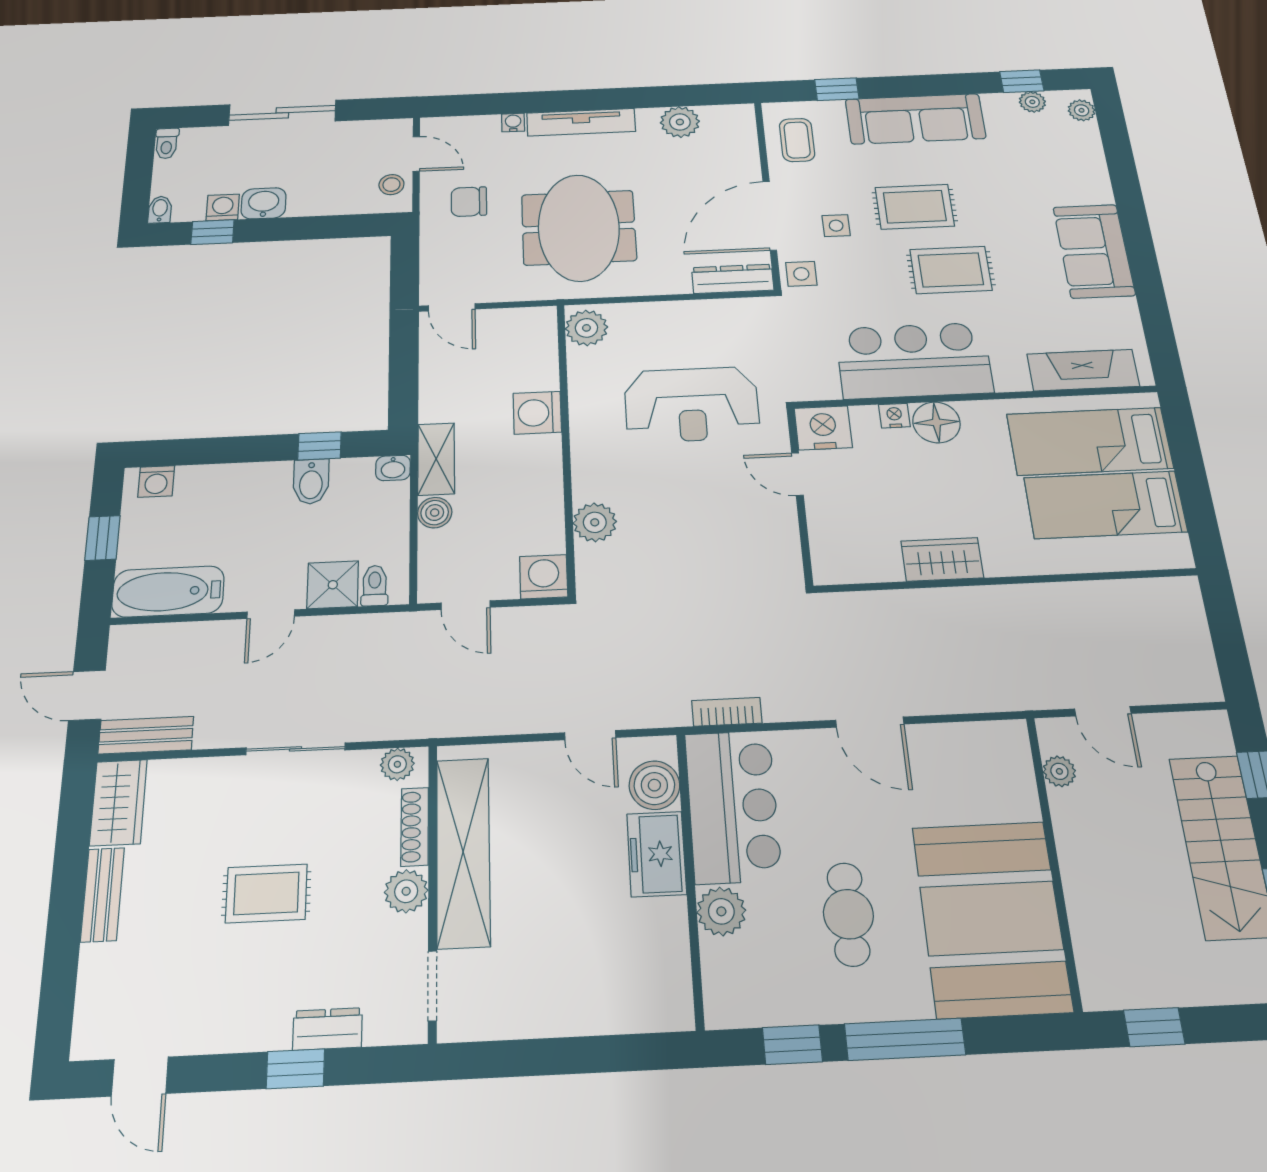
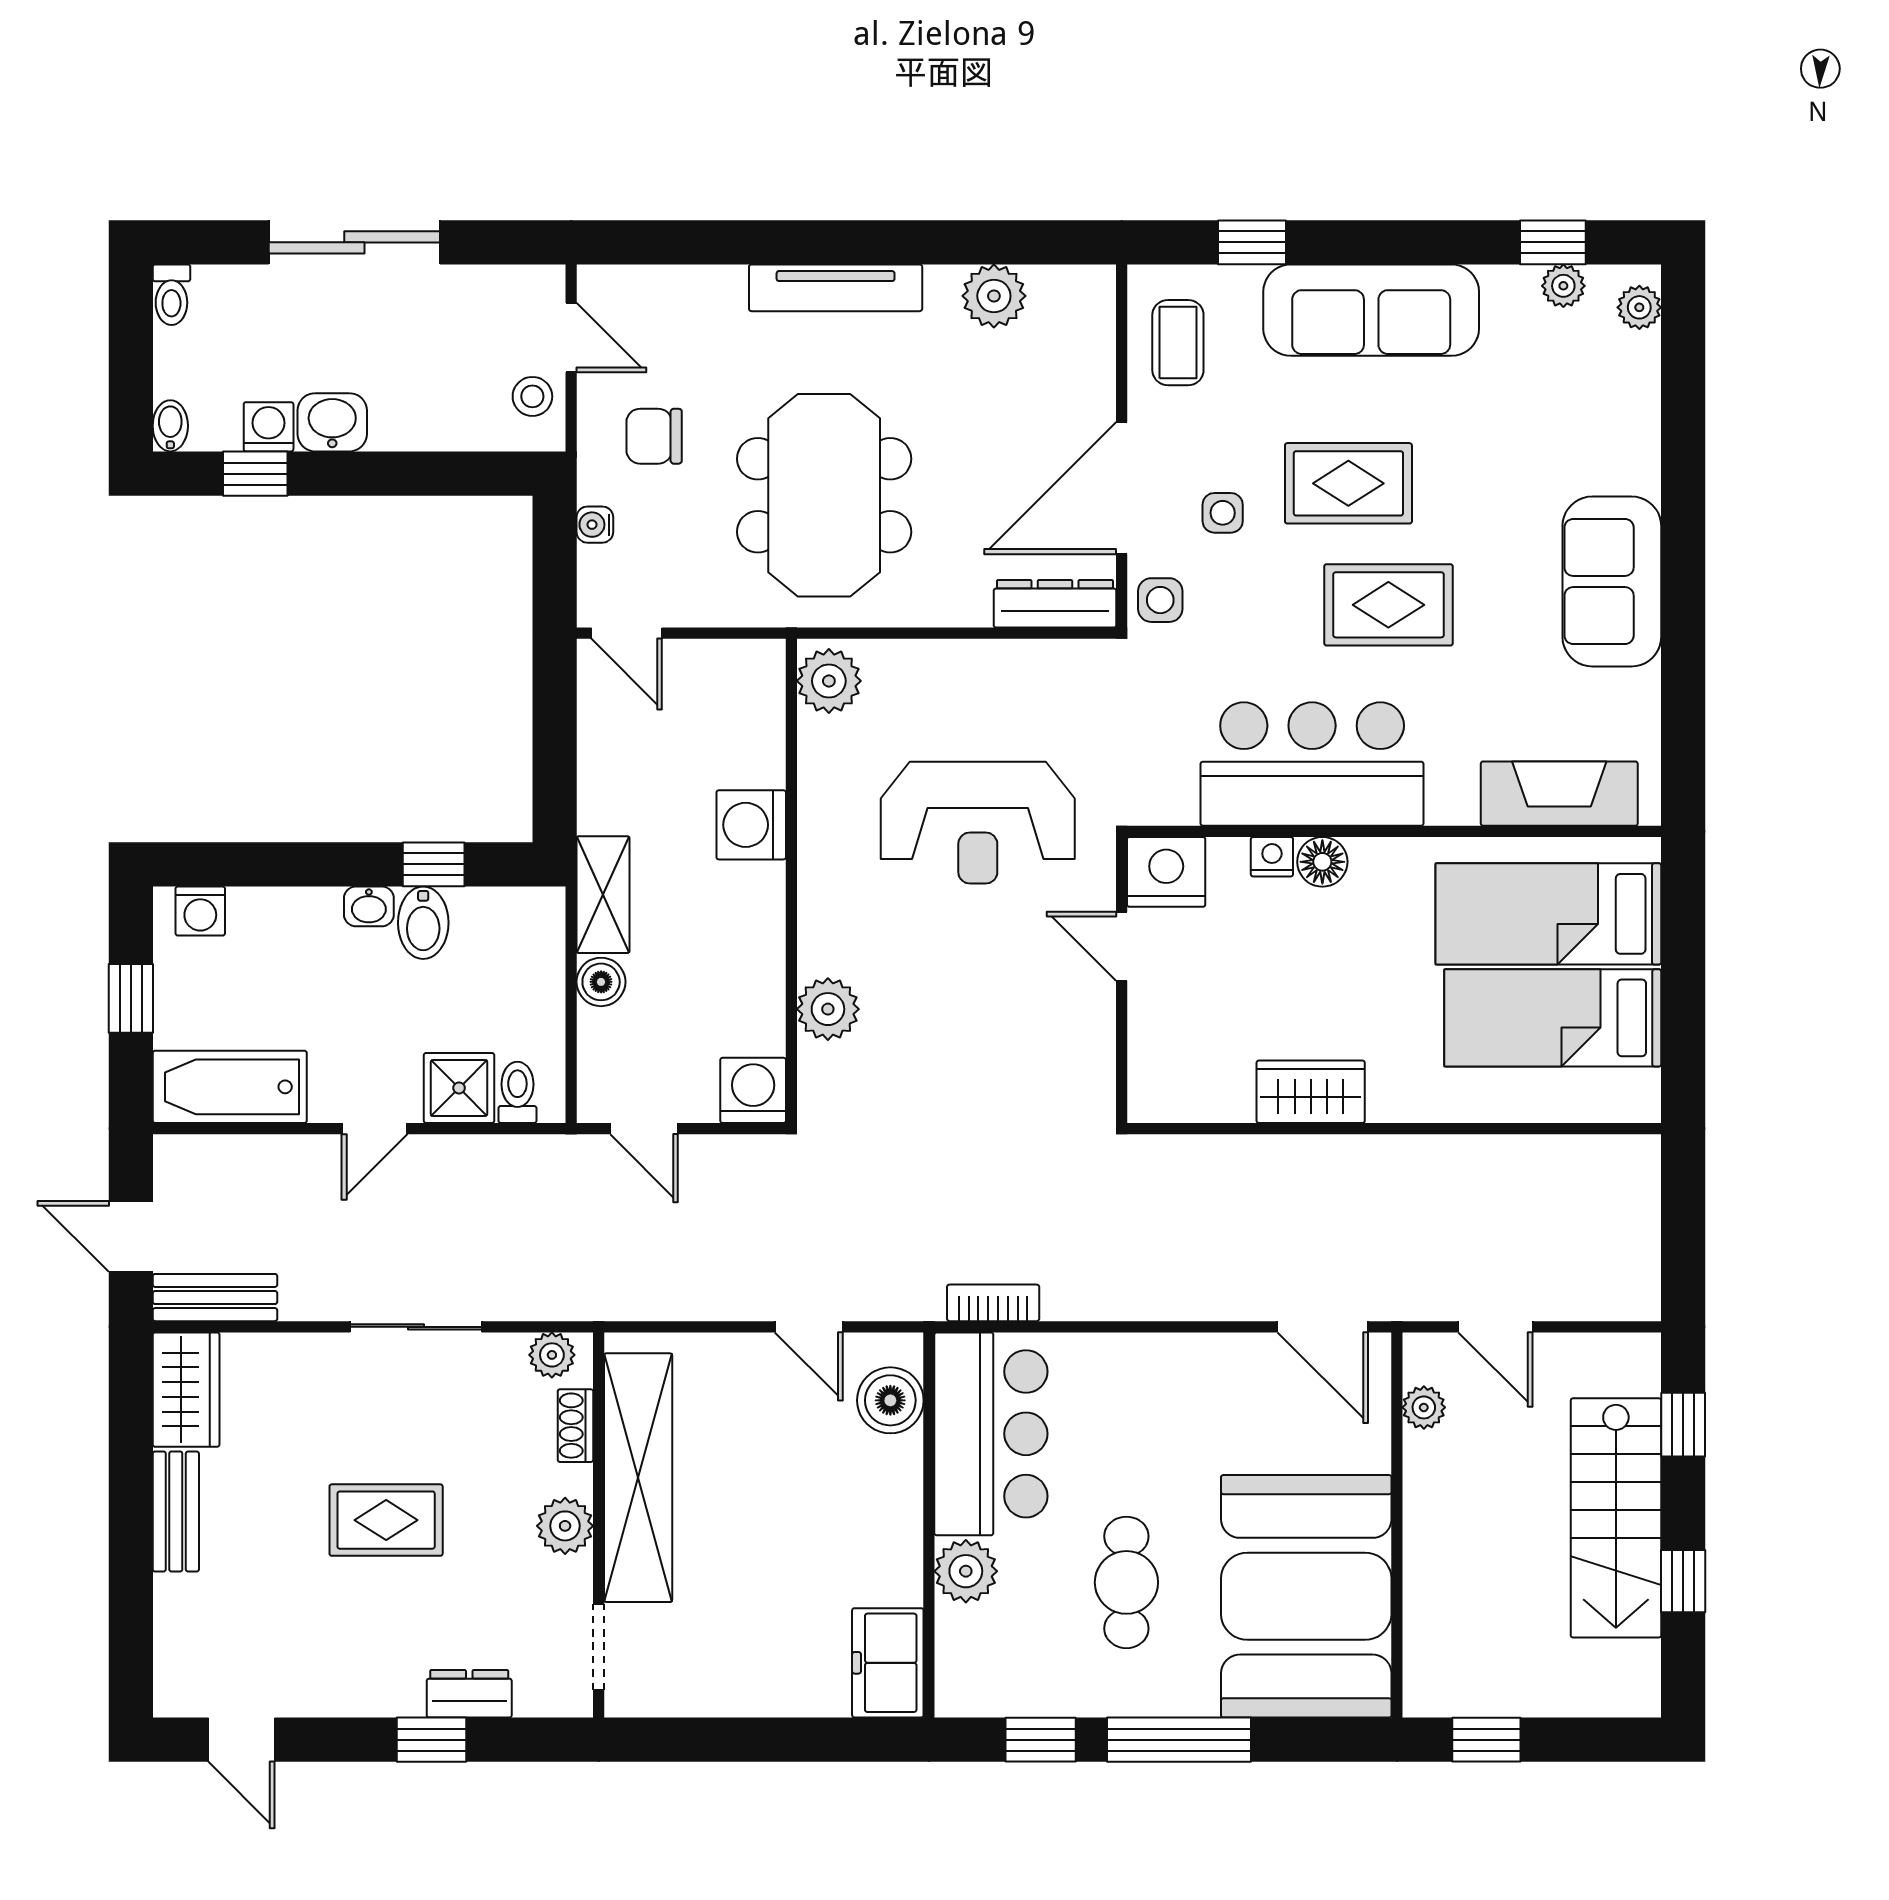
water cooler: (513, 123) -> (595, 525), moved, turned -90
floor lamp: (936, 422) -> (1322, 862), width x0.73, depth x0.73
washbasin: (393, 468) -> (369, 906), moved
door: (870, 722) -> (1323, 1327), moved
shoe rack: (415, 827) -> (575, 1426), width x0.70
freezer: (657, 854) -> (888, 1663), moved

